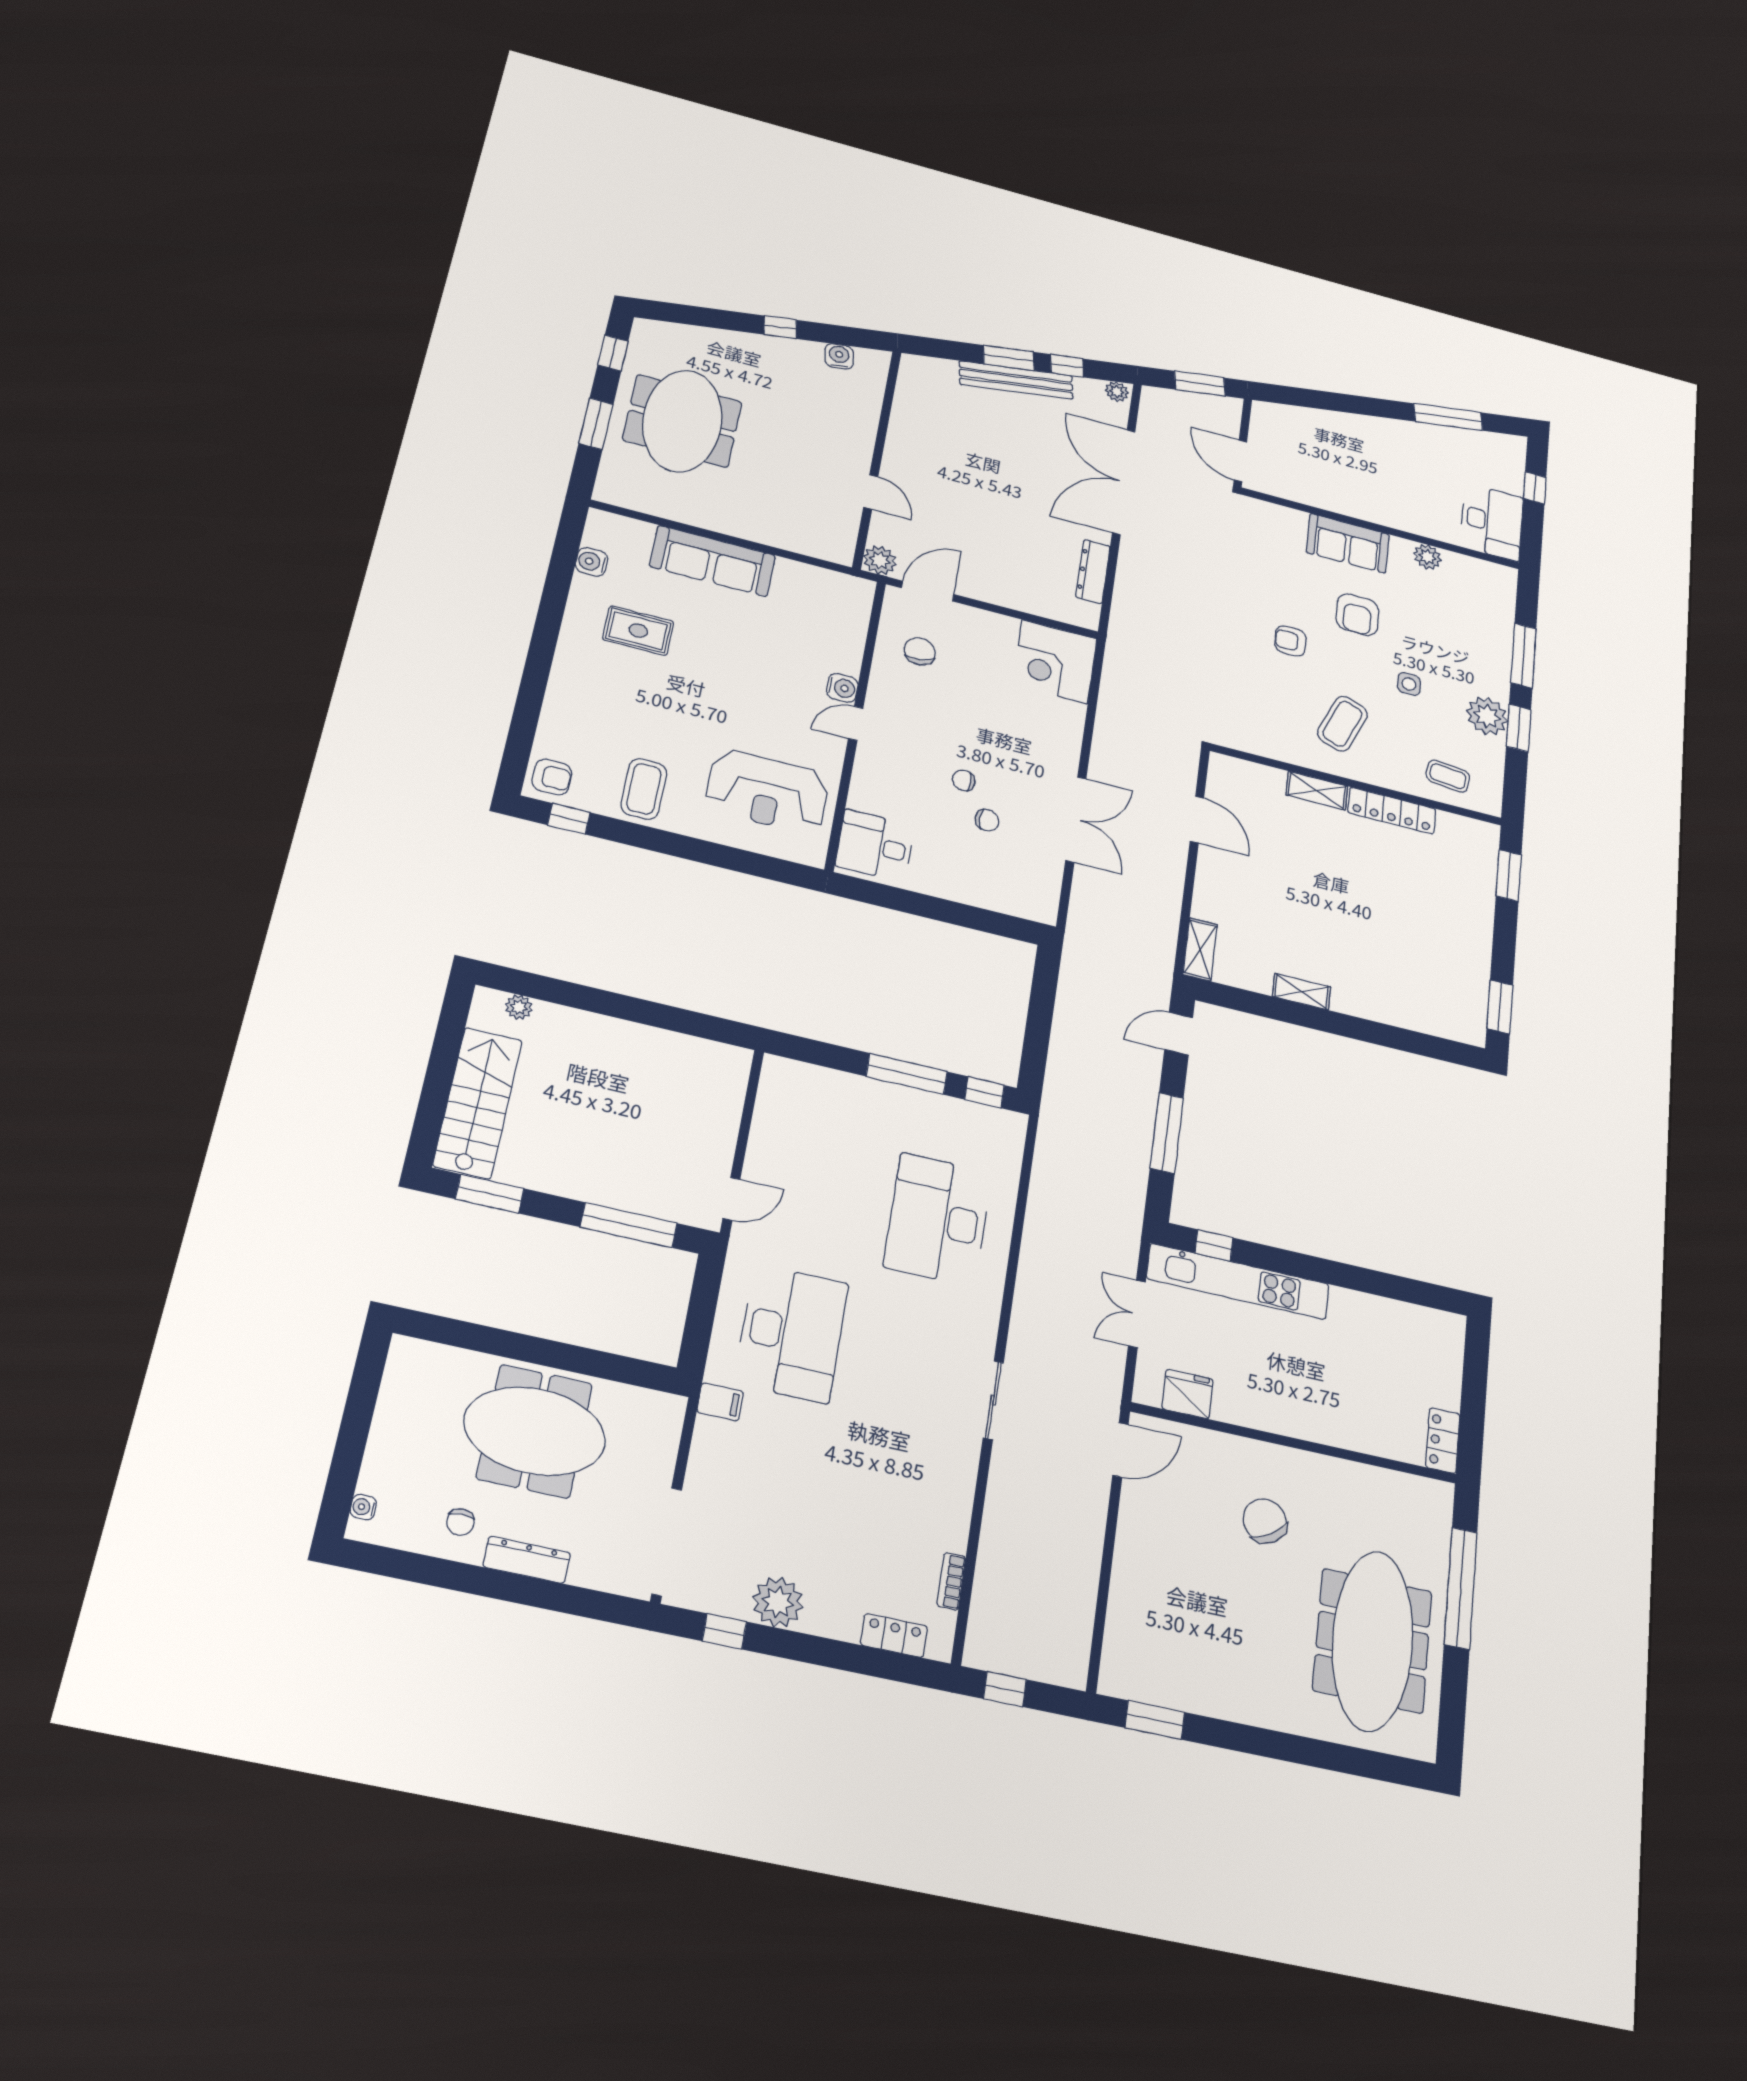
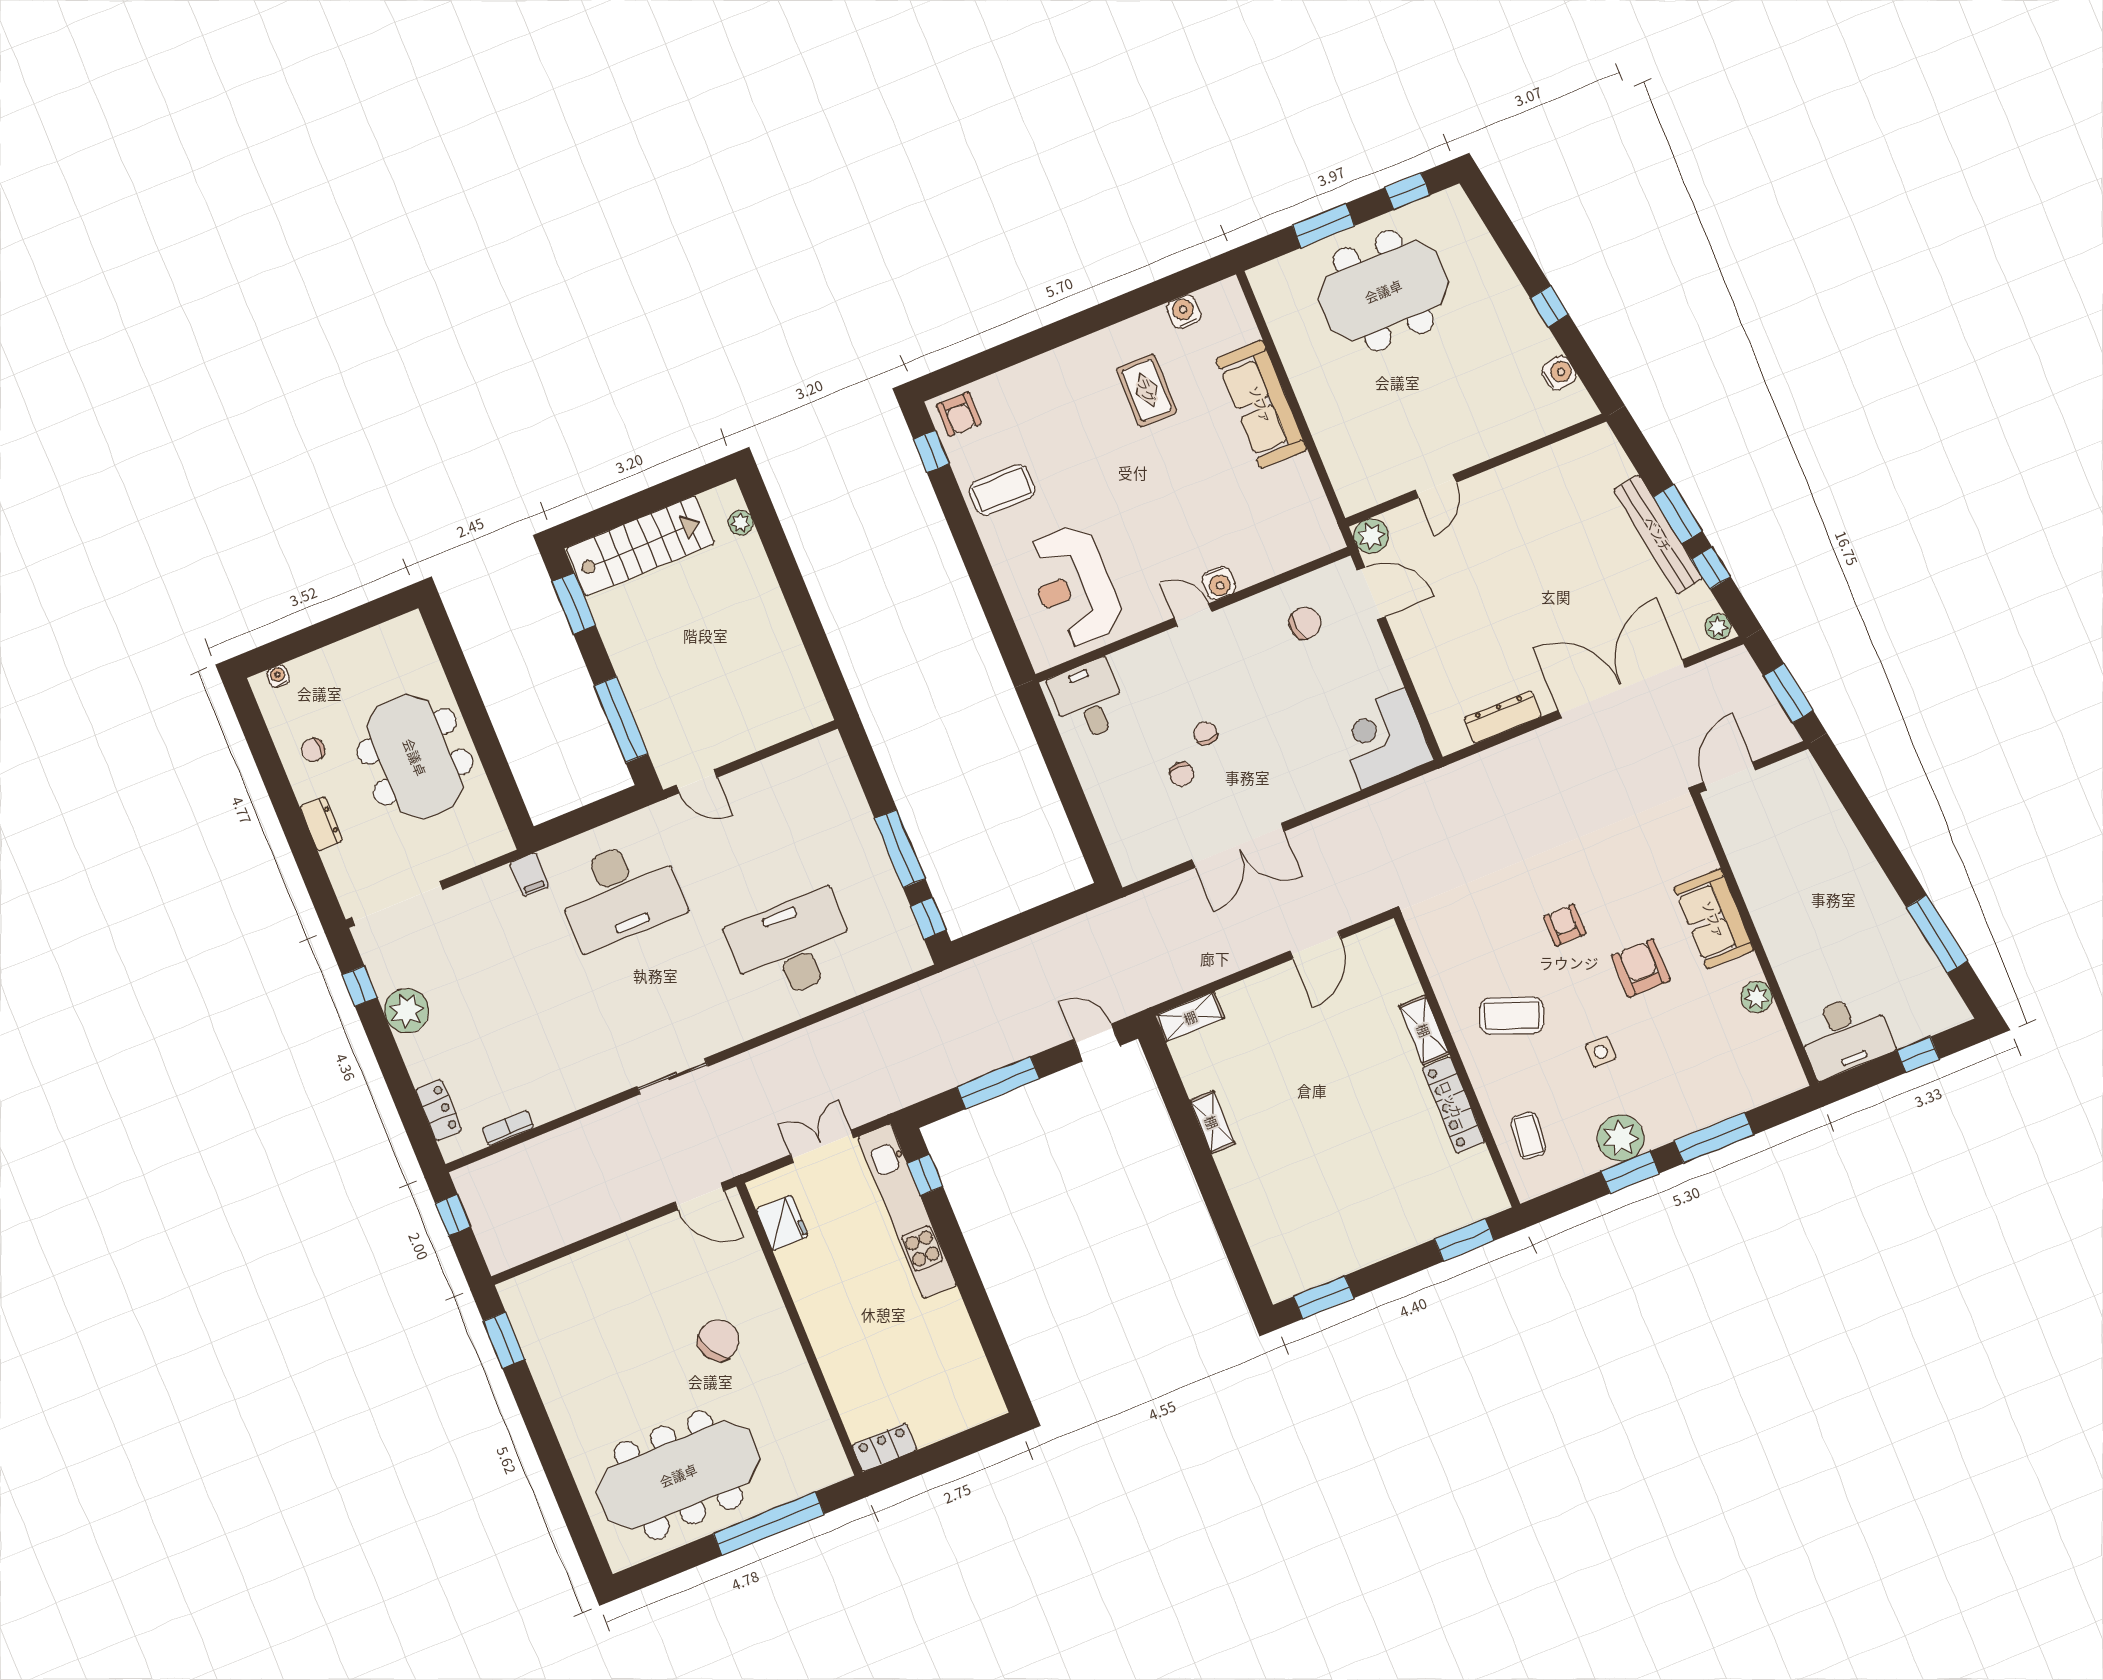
armchair: (1357, 615) -> (1641, 968), turned 90
dresser: (527, 1560) -> (321, 824), width x0.70

